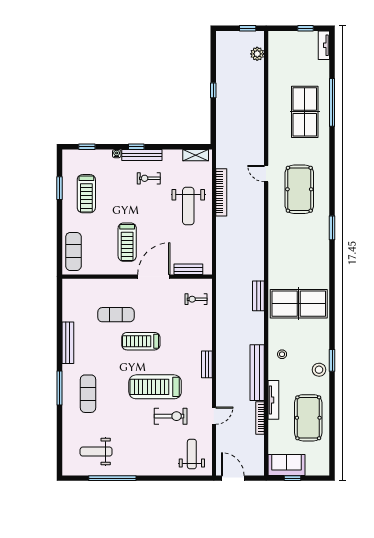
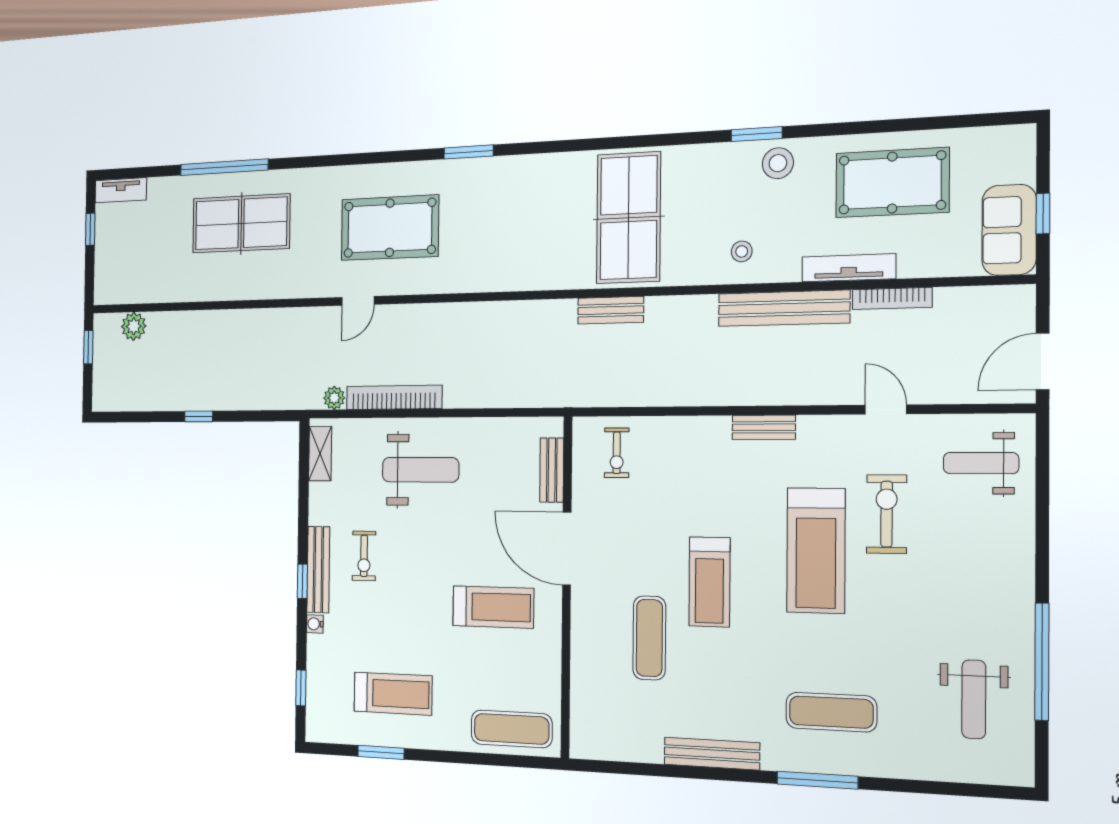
plant: (221, 162) -> (334, 398), added

